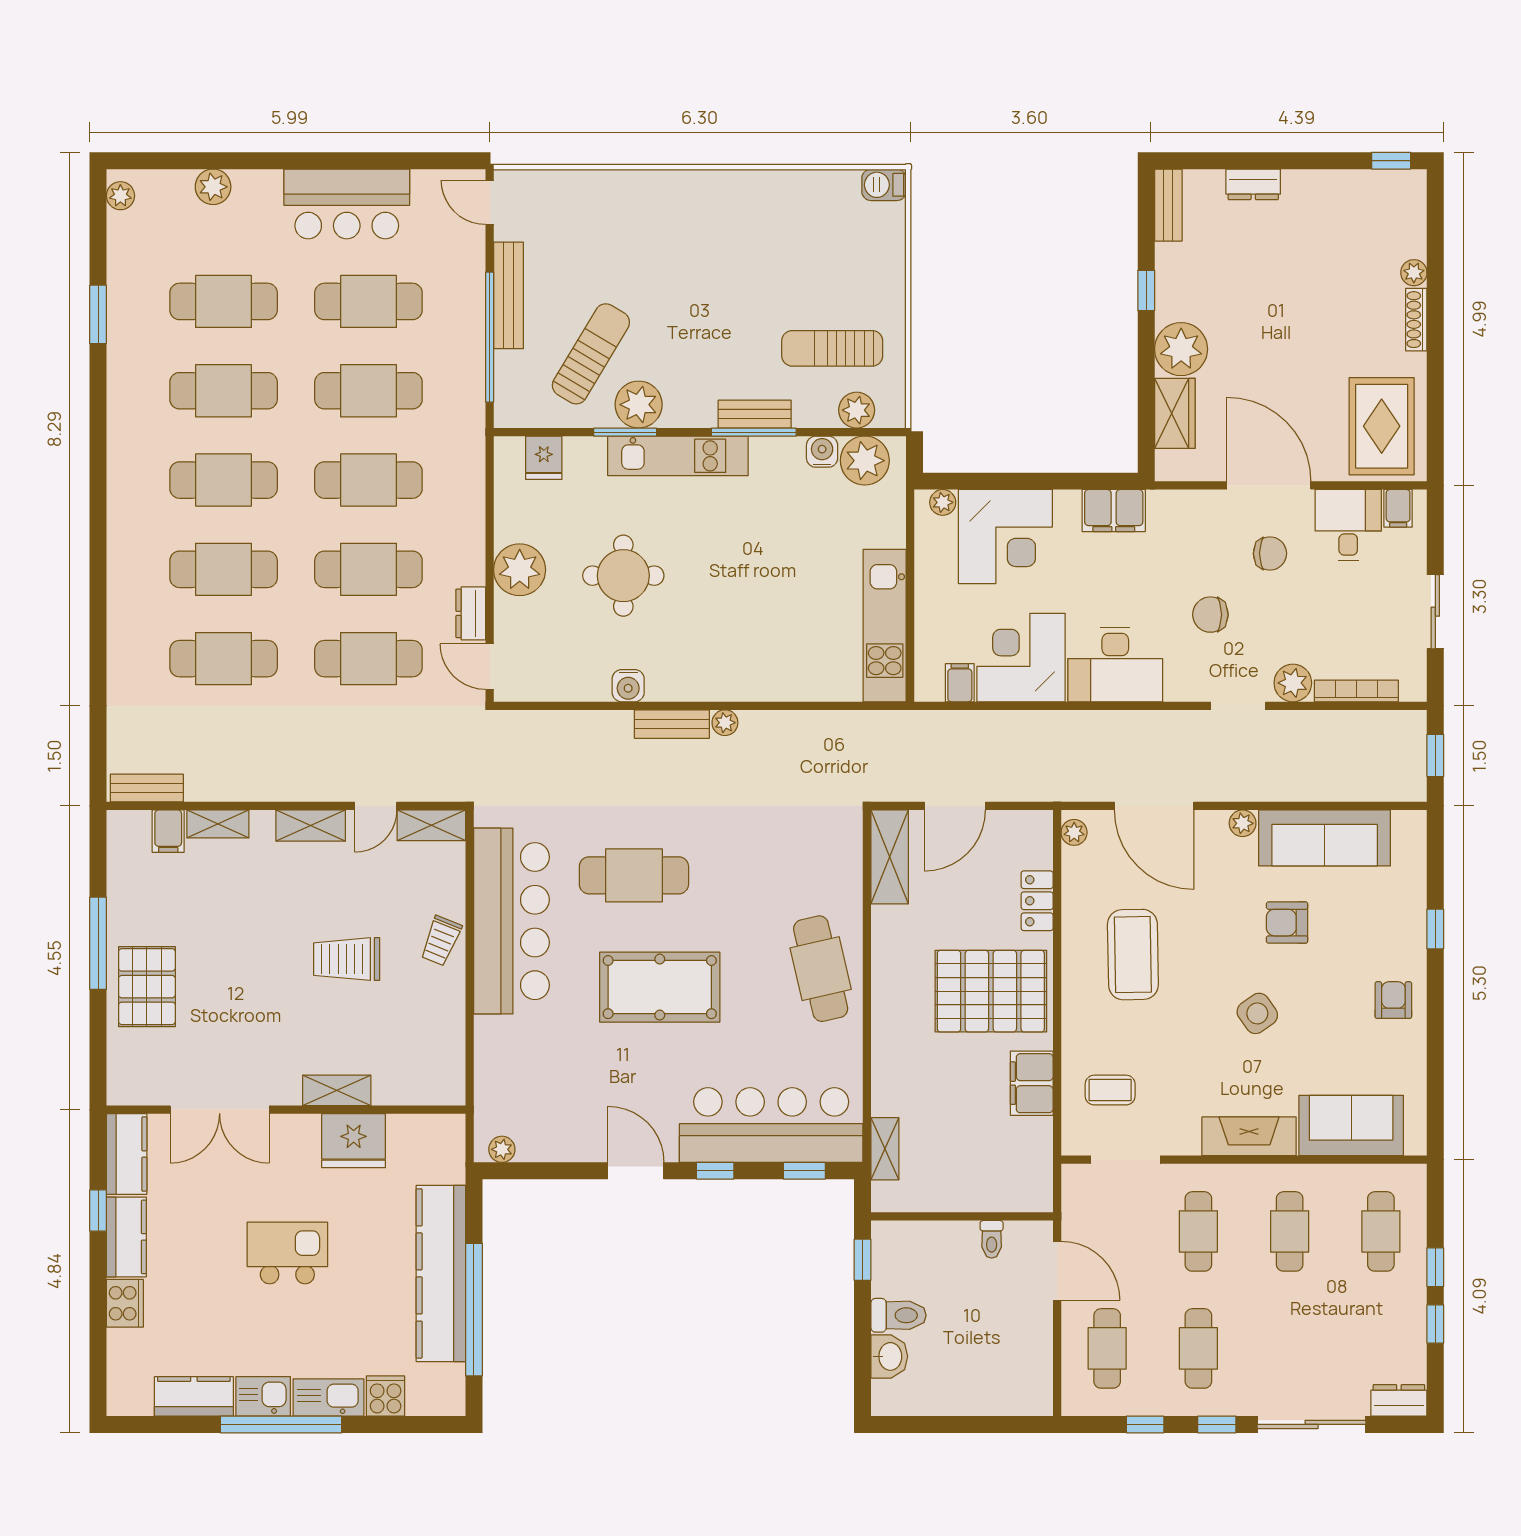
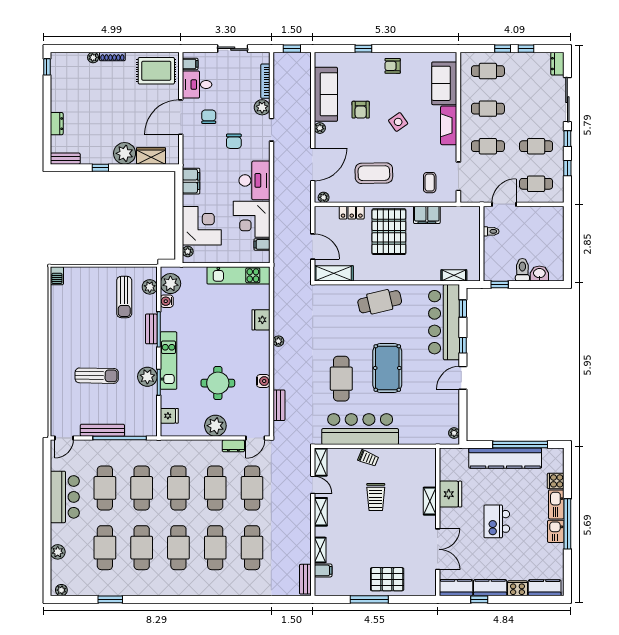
sun lounger: (591, 354) -> (97, 376), moved, turned 150
fridge: (777, 680) -> (261, 320), added
bench: (672, 724) -> (279, 405), moved
kitchen counter: (194, 1396) -> (545, 588), moved, turned 90

